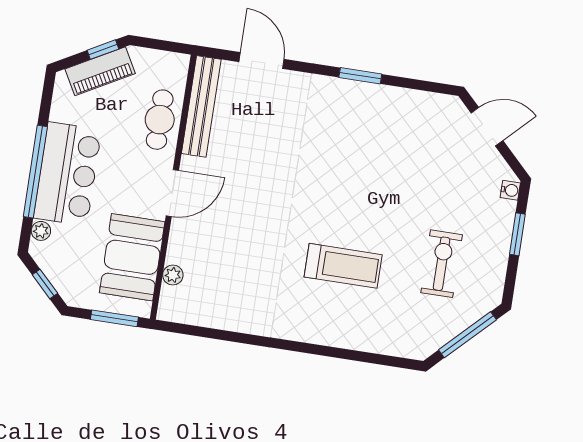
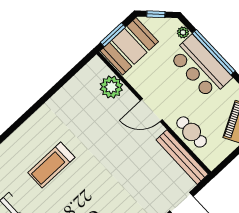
door: (172, 193) -> (151, 110), hinge flipped
booth: (132, 257) -> (129, 46), moved, turned 90
plant: (173, 275) -> (111, 87), width x1.87, depth x1.87

